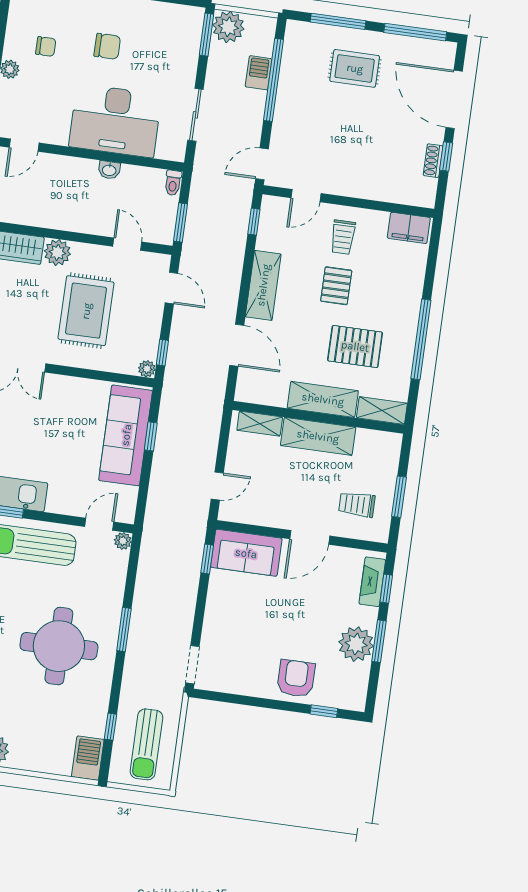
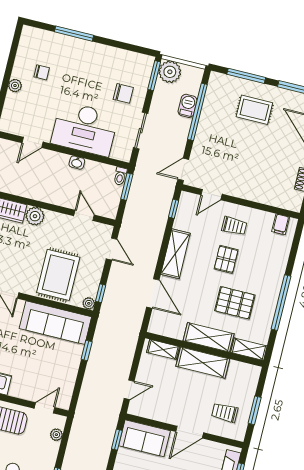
chair: (107, 46) -> (123, 93), moved
door: (24, 145) -> (32, 142), moved
window: (180, 222) -> (127, 187), moved
filing cabinet: (409, 228) -> (281, 224), width x0.50
trolley: (343, 237) -> (234, 226), turned -90
rug: (86, 311) -> (58, 275), moved
sofa: (126, 435) -> (55, 323), moved, turned -90
plant: (123, 541) -> (56, 435), moved

